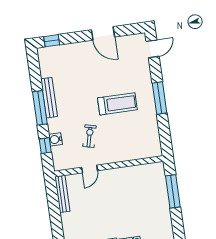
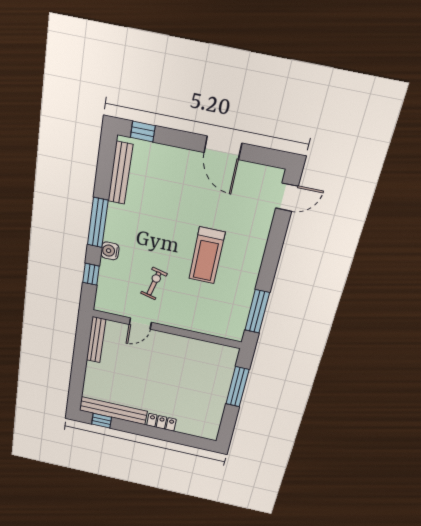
bench: (49, 98) -> (120, 173), moved
window: (160, 98) -> (257, 311), moved
treadmill: (117, 104) -> (207, 256), turned 90
water cooler: (56, 139) -> (110, 251), moved

